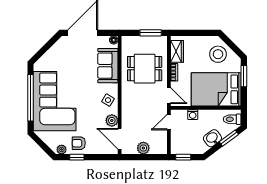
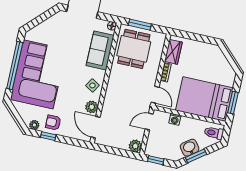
window: (151, 33) -> (140, 25), moved
stool: (218, 54) -> (214, 64), removed
dining table: (145, 69) -> (134, 49), moved, turned 90
window: (244, 76) -> (233, 103), moved
window: (229, 138) -> (196, 156), moved
plant: (143, 148) -> (135, 146), moved

